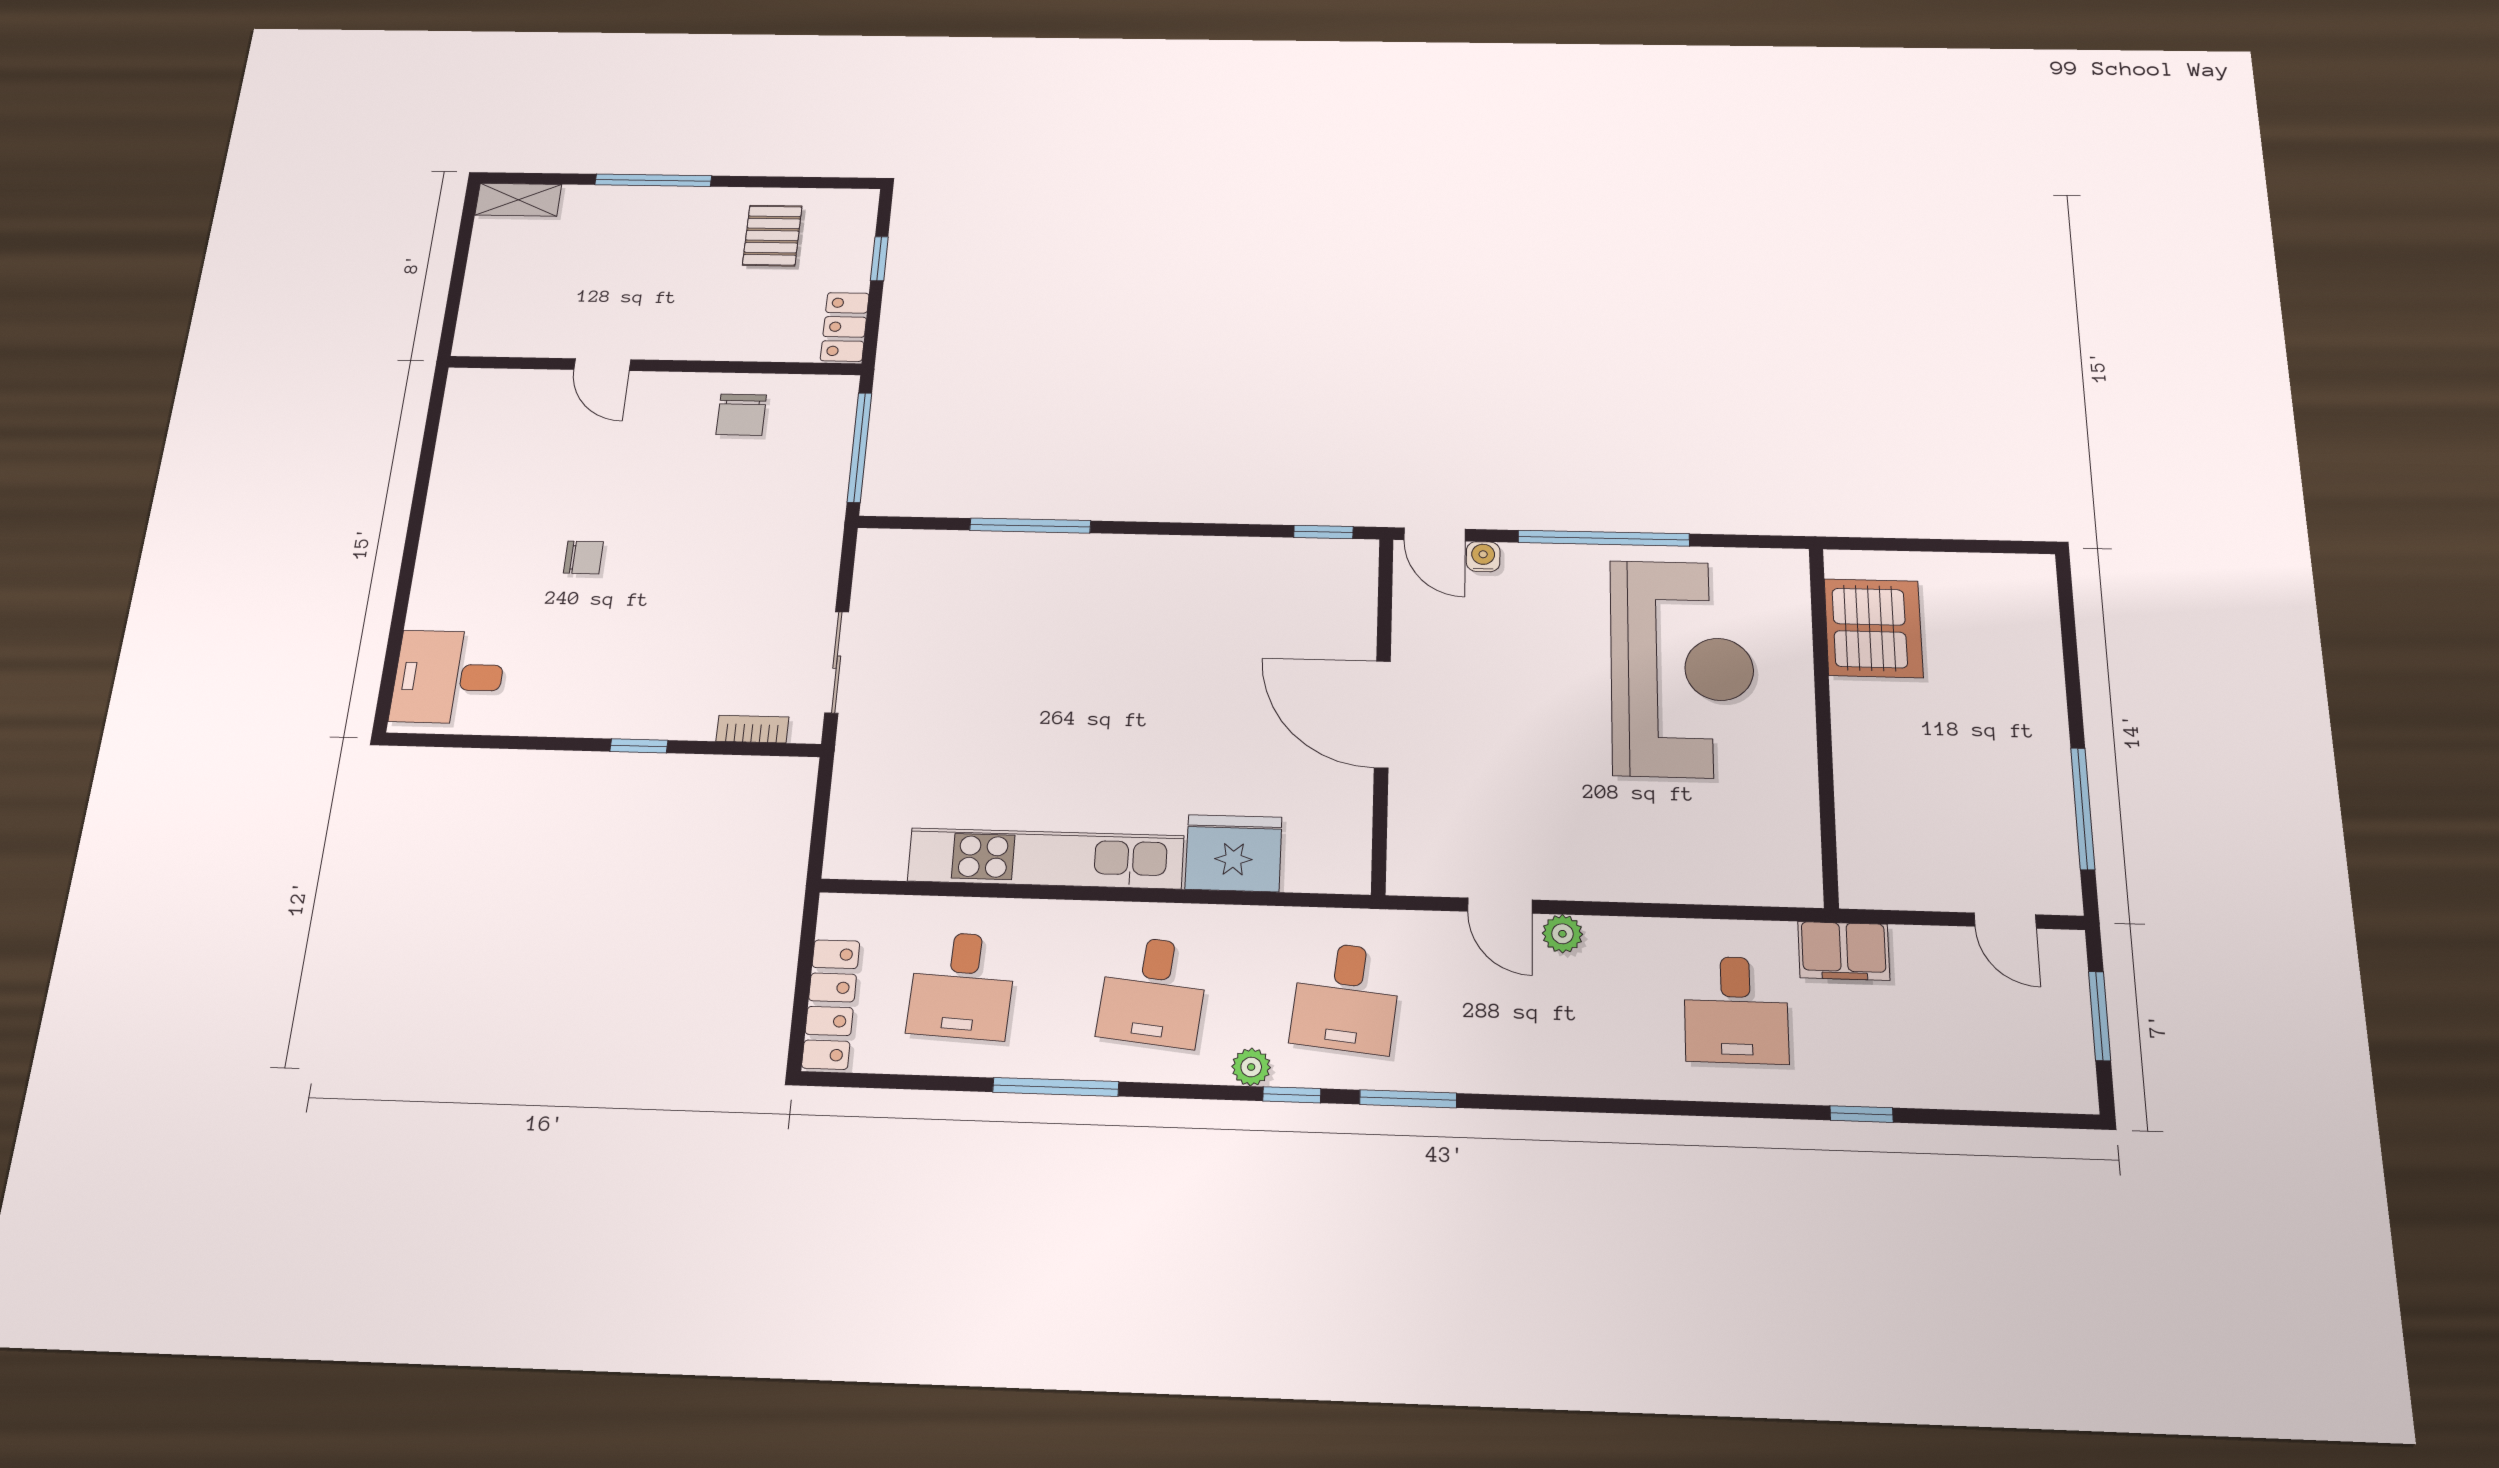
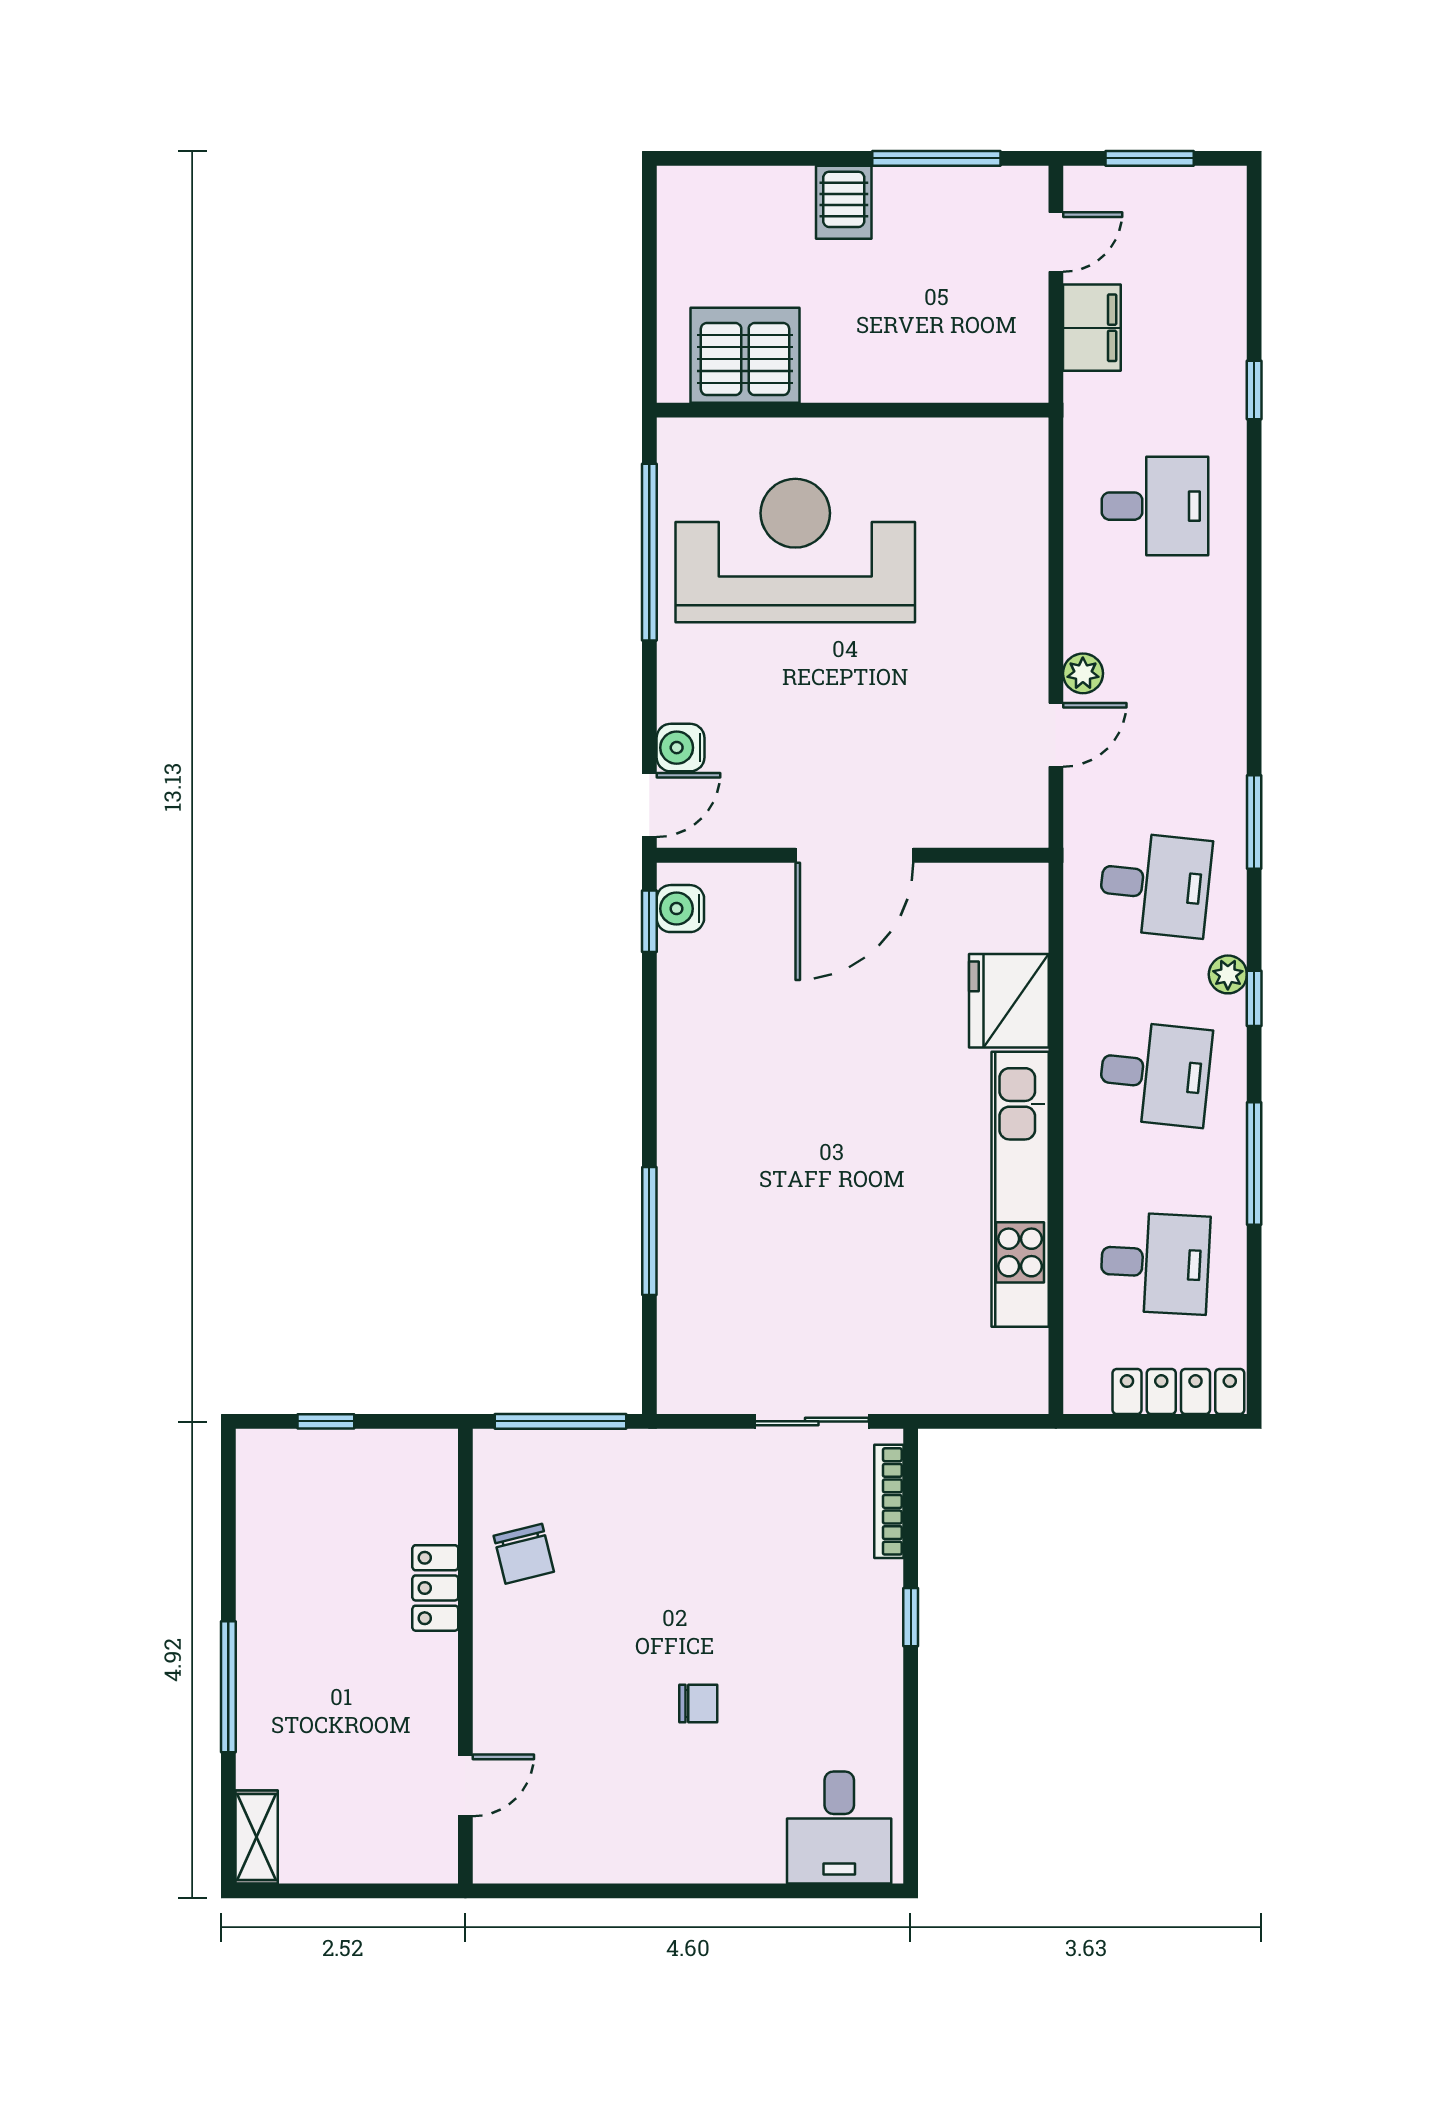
pallet: (772, 236) -> (298, 1544), removed
locker: (845, 327) -> (435, 1588), moved, turned 90
door: (602, 365) -> (465, 1785), moved
chair: (741, 415) -> (524, 1554), turned 76
window: (1604, 538) -> (649, 552), moved
chair: (583, 557) -> (698, 1703), turned 90
water cooler: (1483, 557) -> (680, 748), width x1.38, depth x1.38
water cooler: (1335, 559) -> (680, 909), added
server rack: (2032, 721) -> (844, 202), added
bookcase: (752, 729) -> (889, 1501), width x1.56
filing cabinet: (1844, 951) -> (1092, 328), moved
window: (1292, 1095) -> (1254, 998), moved

